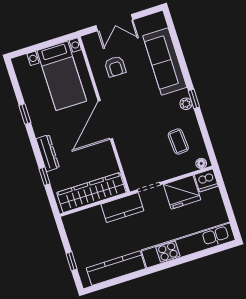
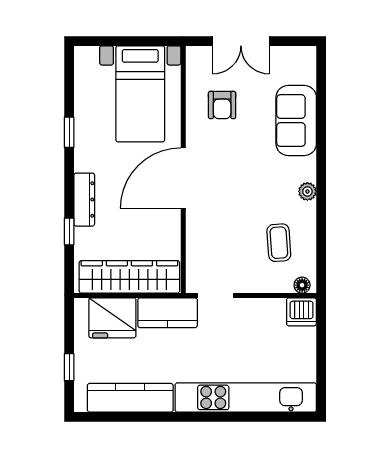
sofa: (165, 61) -> (296, 121), width x0.73
window: (194, 99) -> (321, 188), removed
fridge: (182, 192) -> (112, 318), moved

